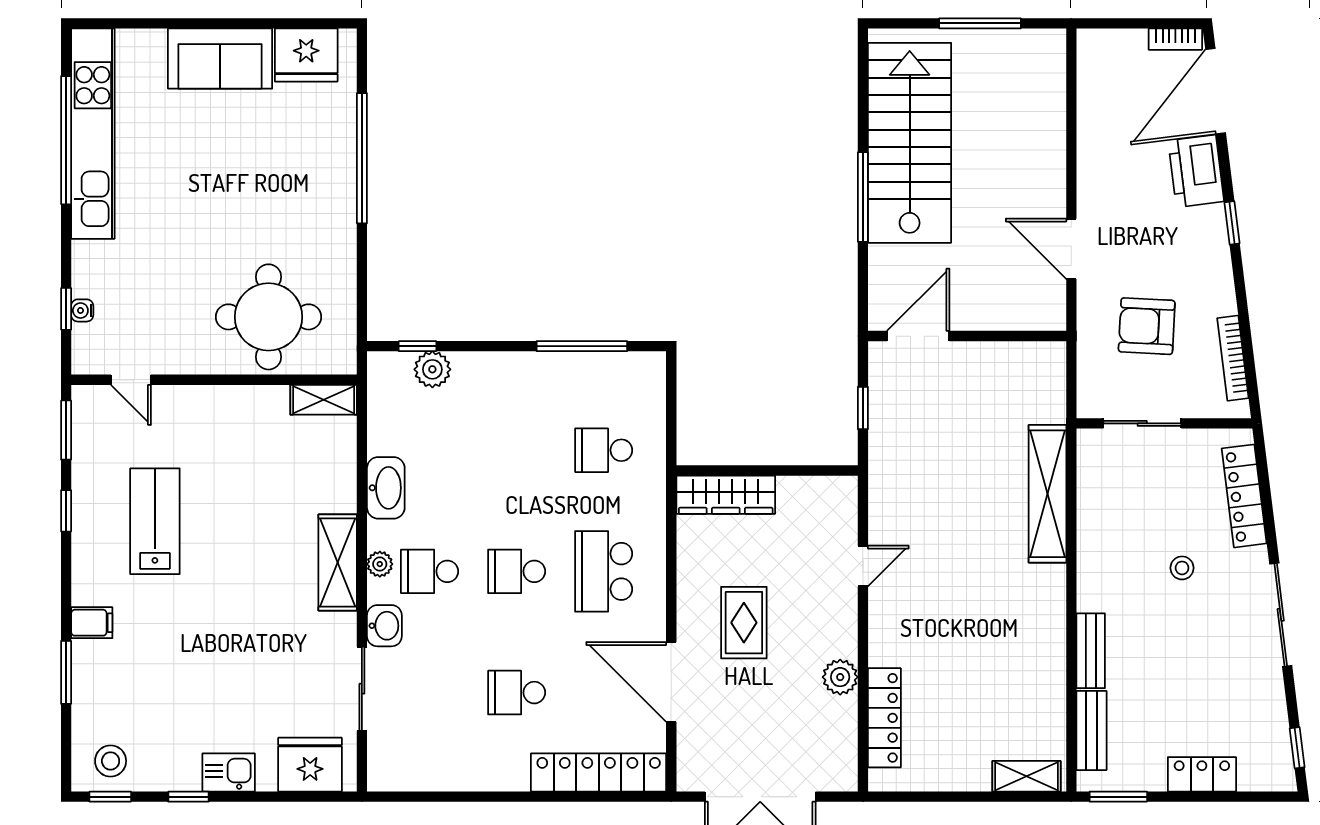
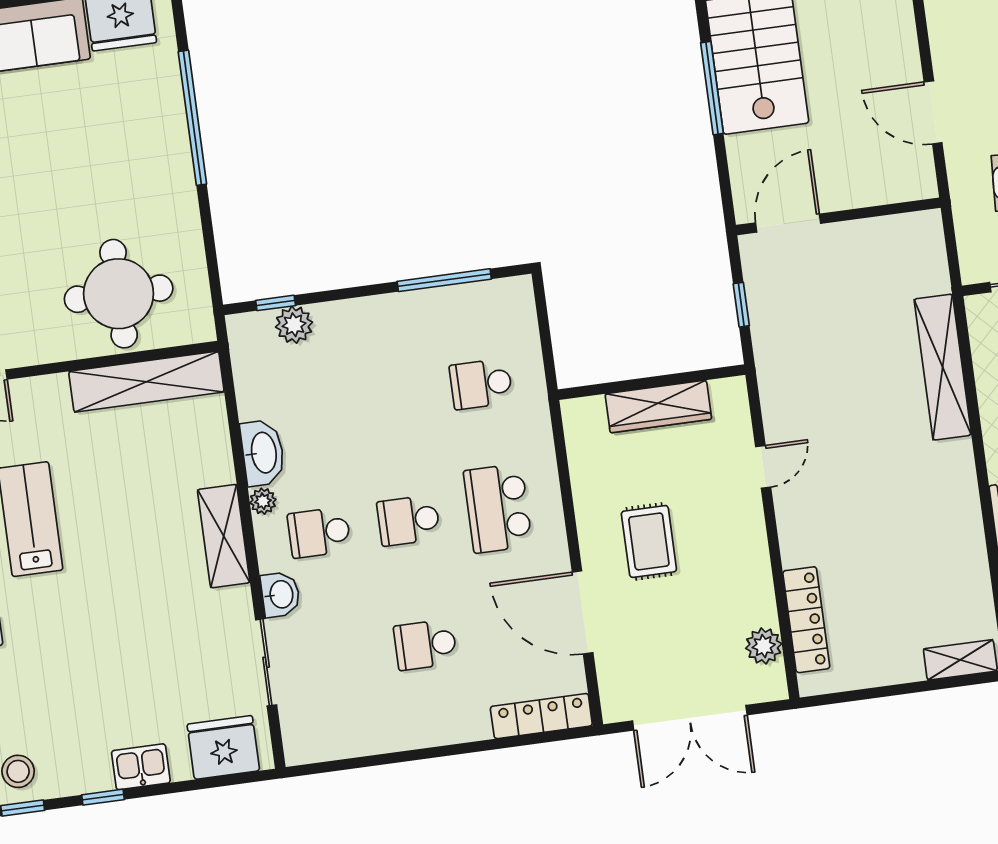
shelving: (324, 400) -> (146, 382), width x2.20, depth x1.33
wardrobe: (726, 495) -> (658, 406), moved
plant: (380, 564) -> (263, 501), moved
plant: (840, 677) -> (764, 646), moved
locker: (599, 772) -> (541, 716), width x0.71, depth x0.83

